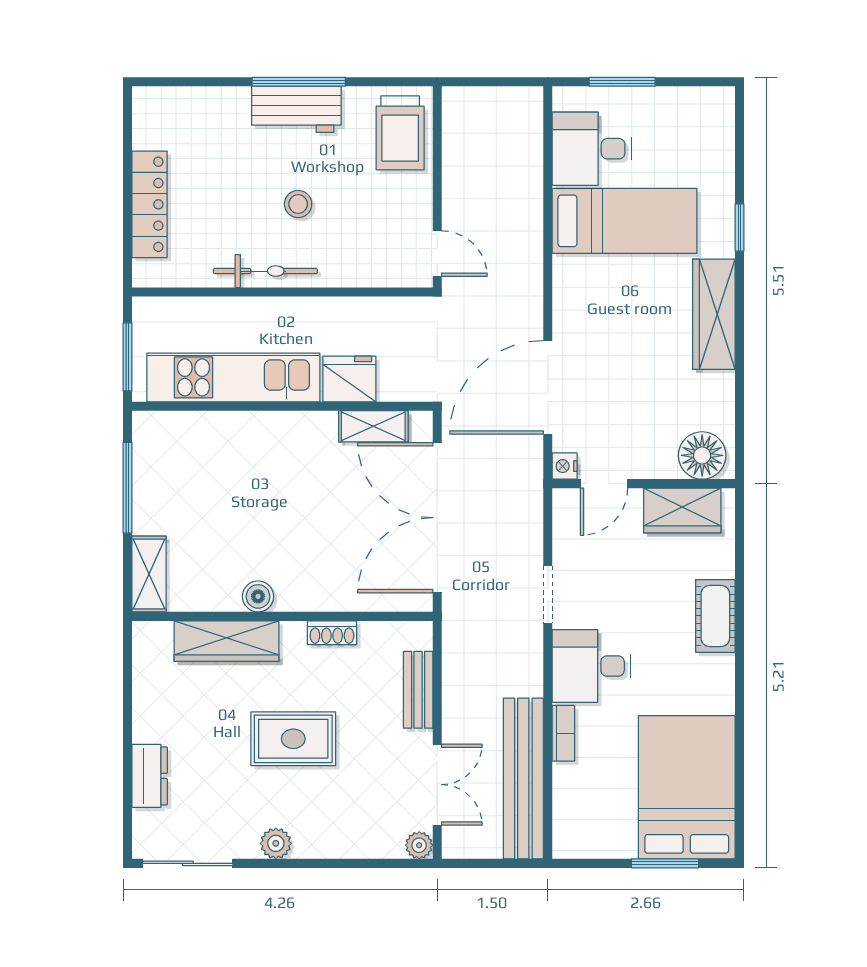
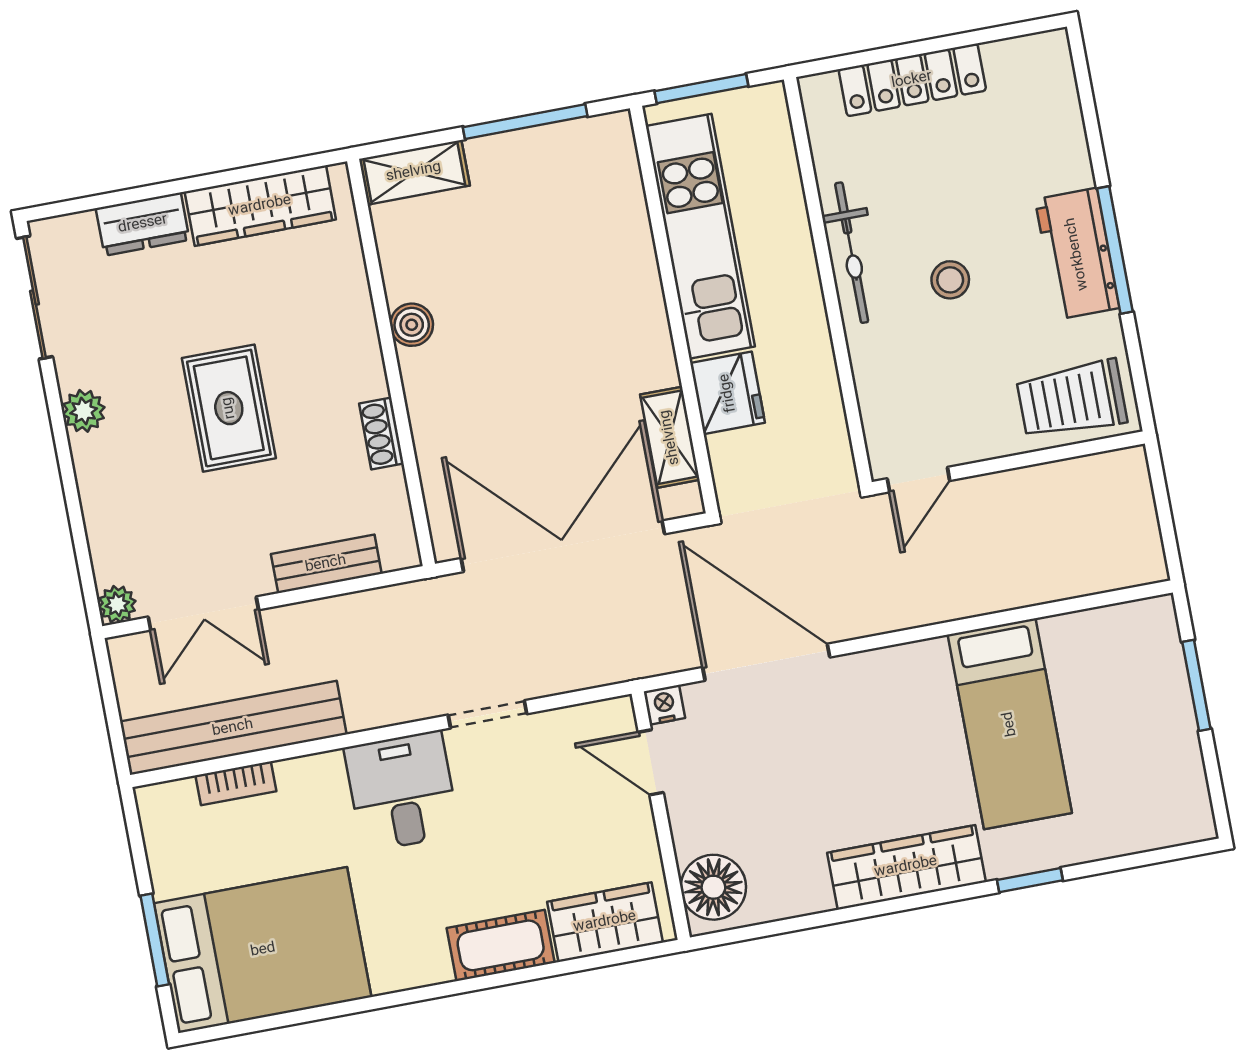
desk: (592, 149) -> (1099, 661), removed
wardrobe: (682, 511) -> (605, 922), moved, turned 90
wardrobe: (226, 641) -> (260, 206), moved, turned -90
bookcase: (563, 733) -> (236, 783), moved

